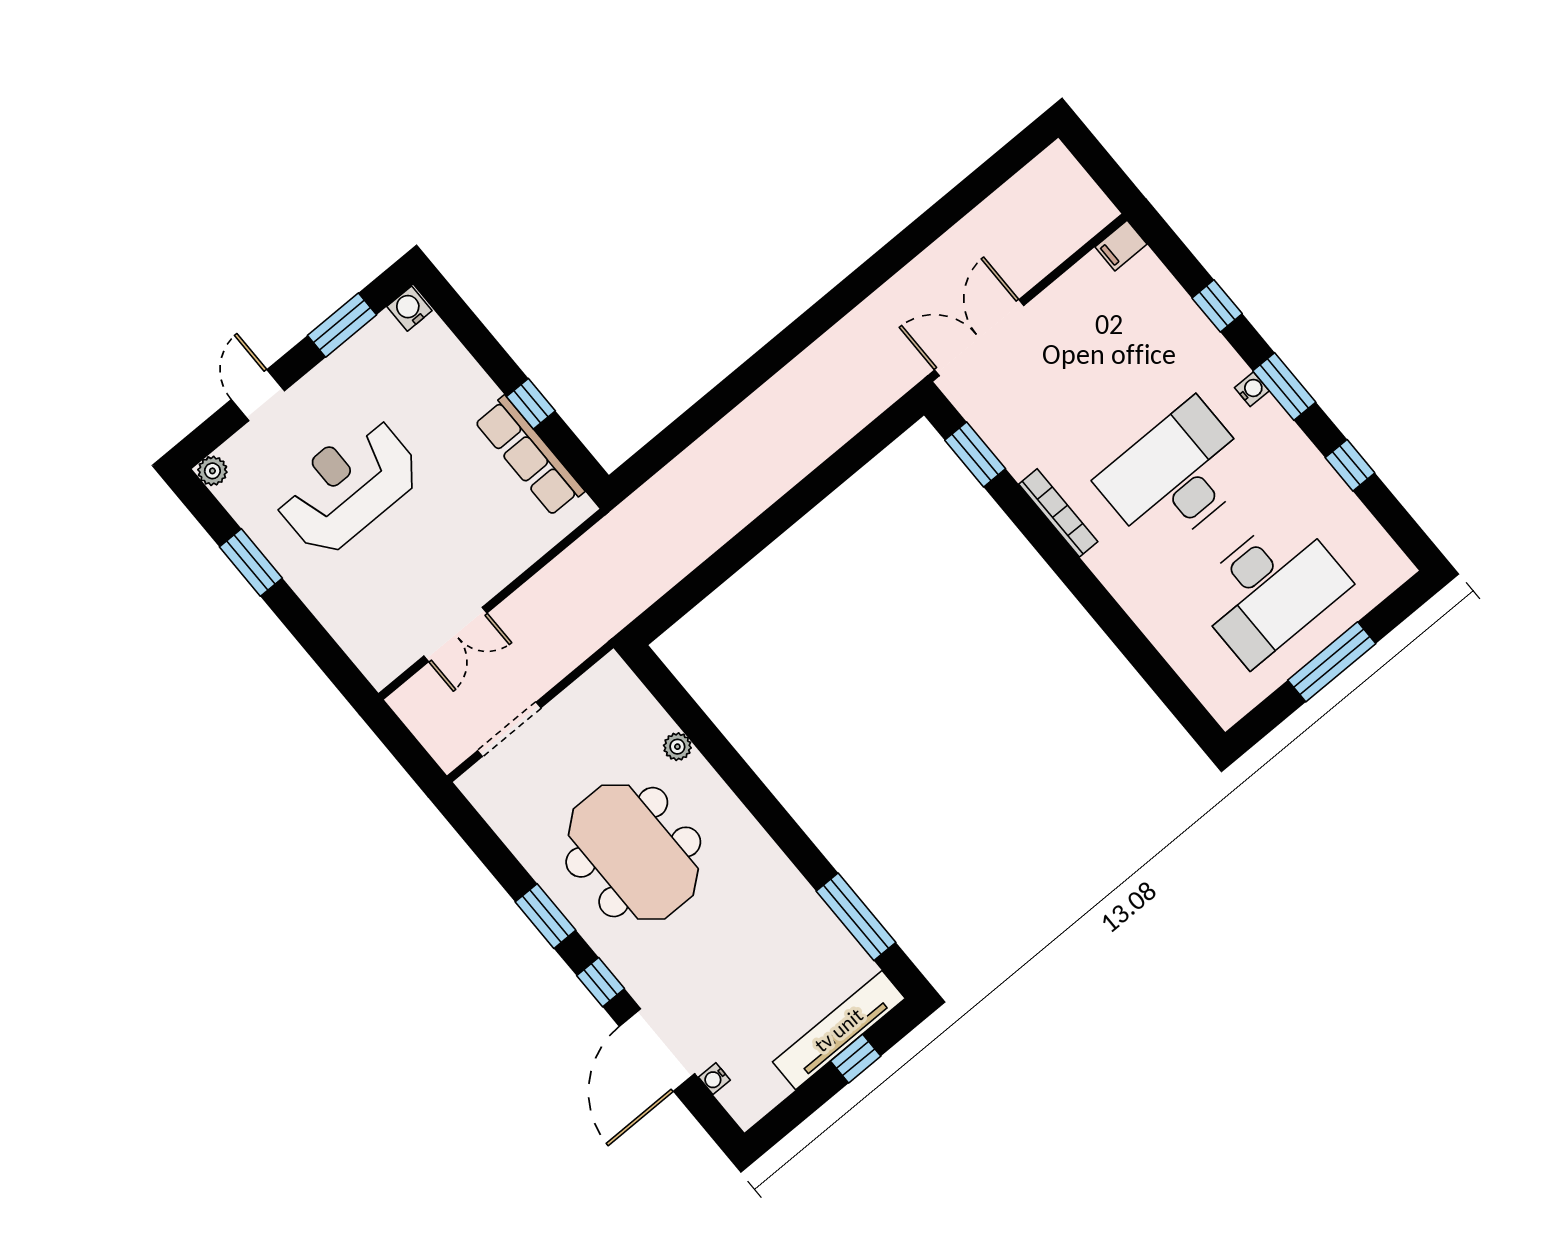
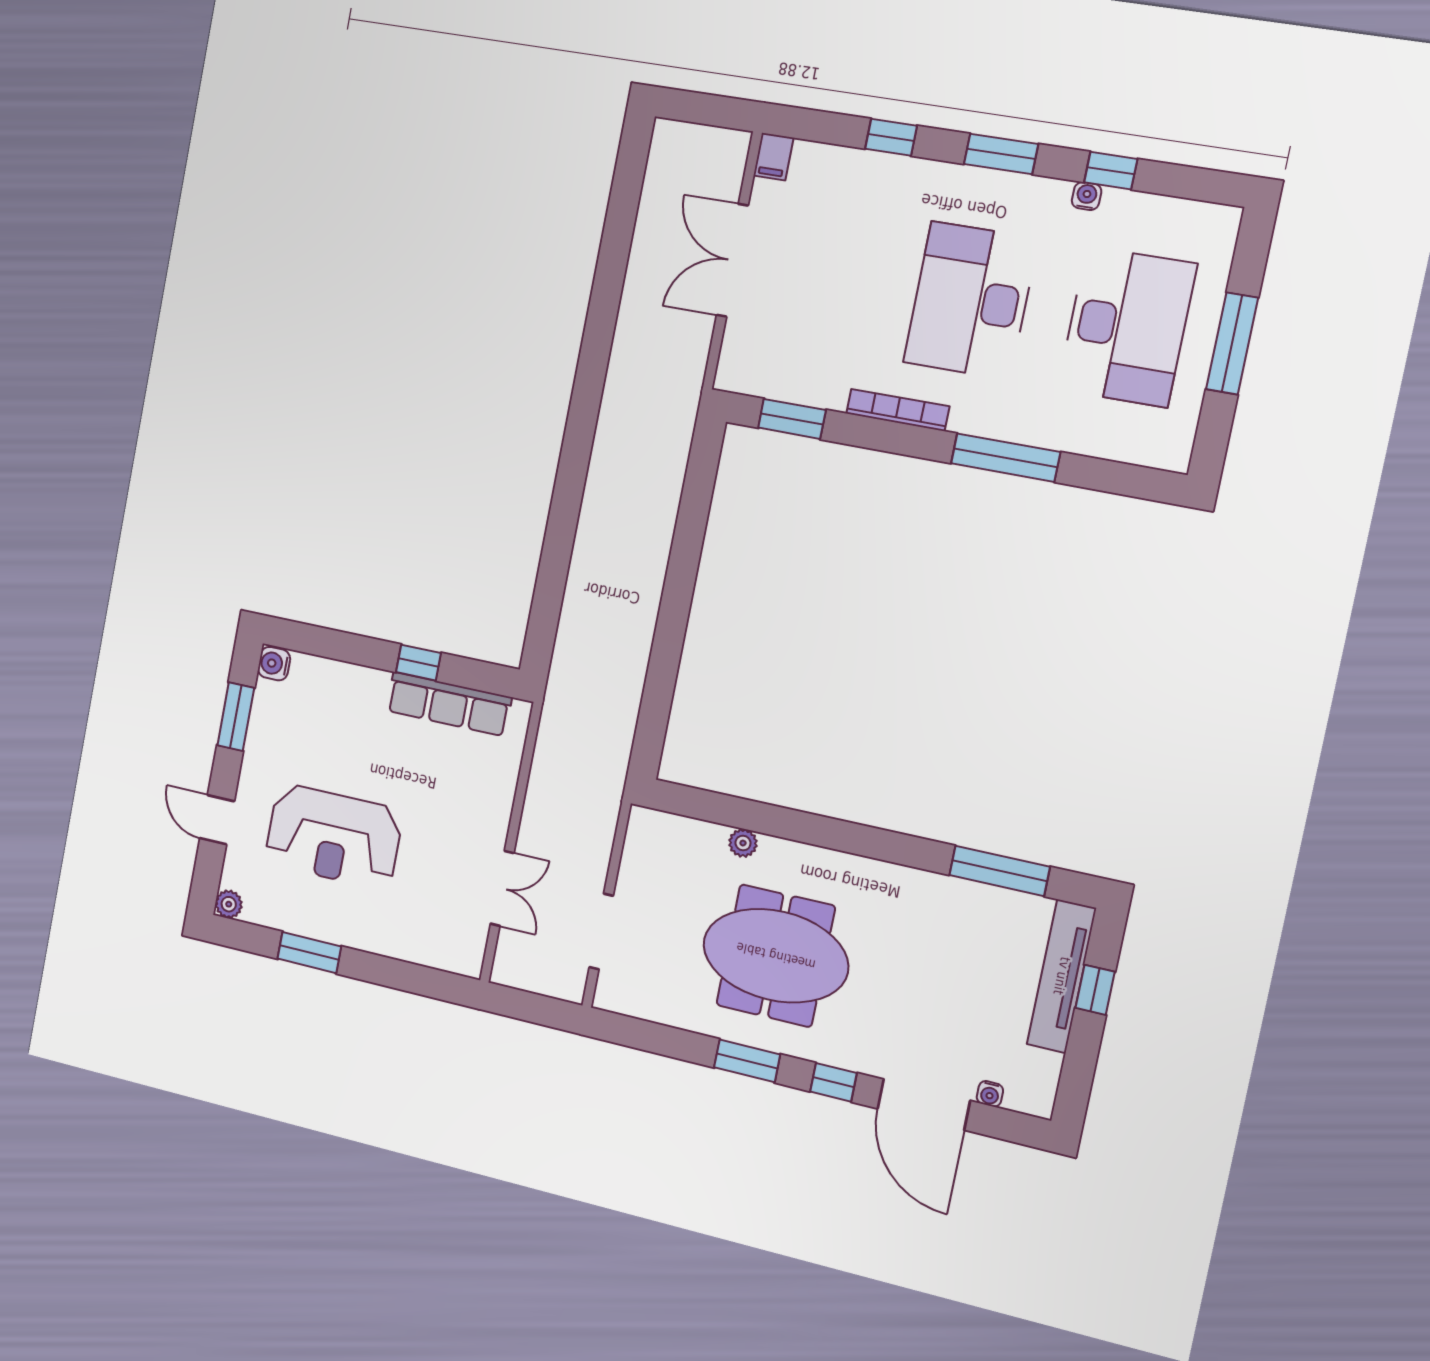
double door: (979, 338) -> (732, 260), moved
water cooler: (1252, 389) -> (1087, 196), moved
reception desk: (347, 486) -> (334, 837), turned -90
window: (1107, 613) -> (1006, 458), added

